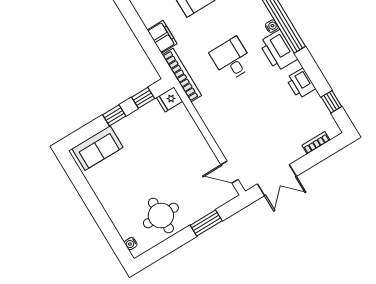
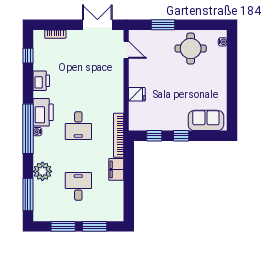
fridge: (170, 99) -> (137, 94), moved

